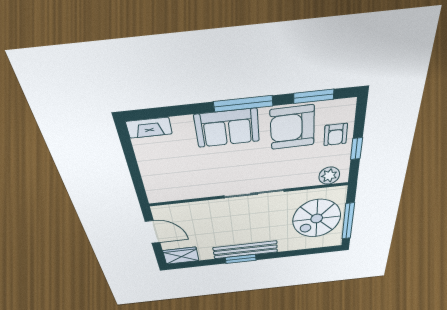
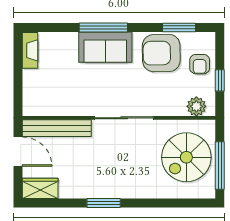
window: (243, 104) -> (103, 27), moved
fireplace: (149, 128) -> (30, 50), moved, turned -90
bench: (245, 250) -> (57, 128), moved

